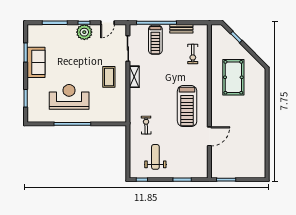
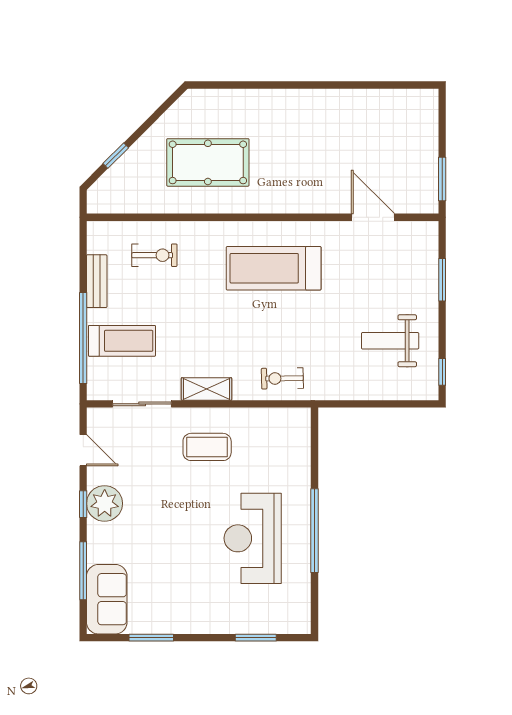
sofa: (36, 62) -> (107, 599), moved, turned 90
treadmill: (187, 106) -> (274, 268), turned 180
exercise bike: (146, 125) -> (282, 378), moved
door: (209, 136) -> (373, 217), moved

